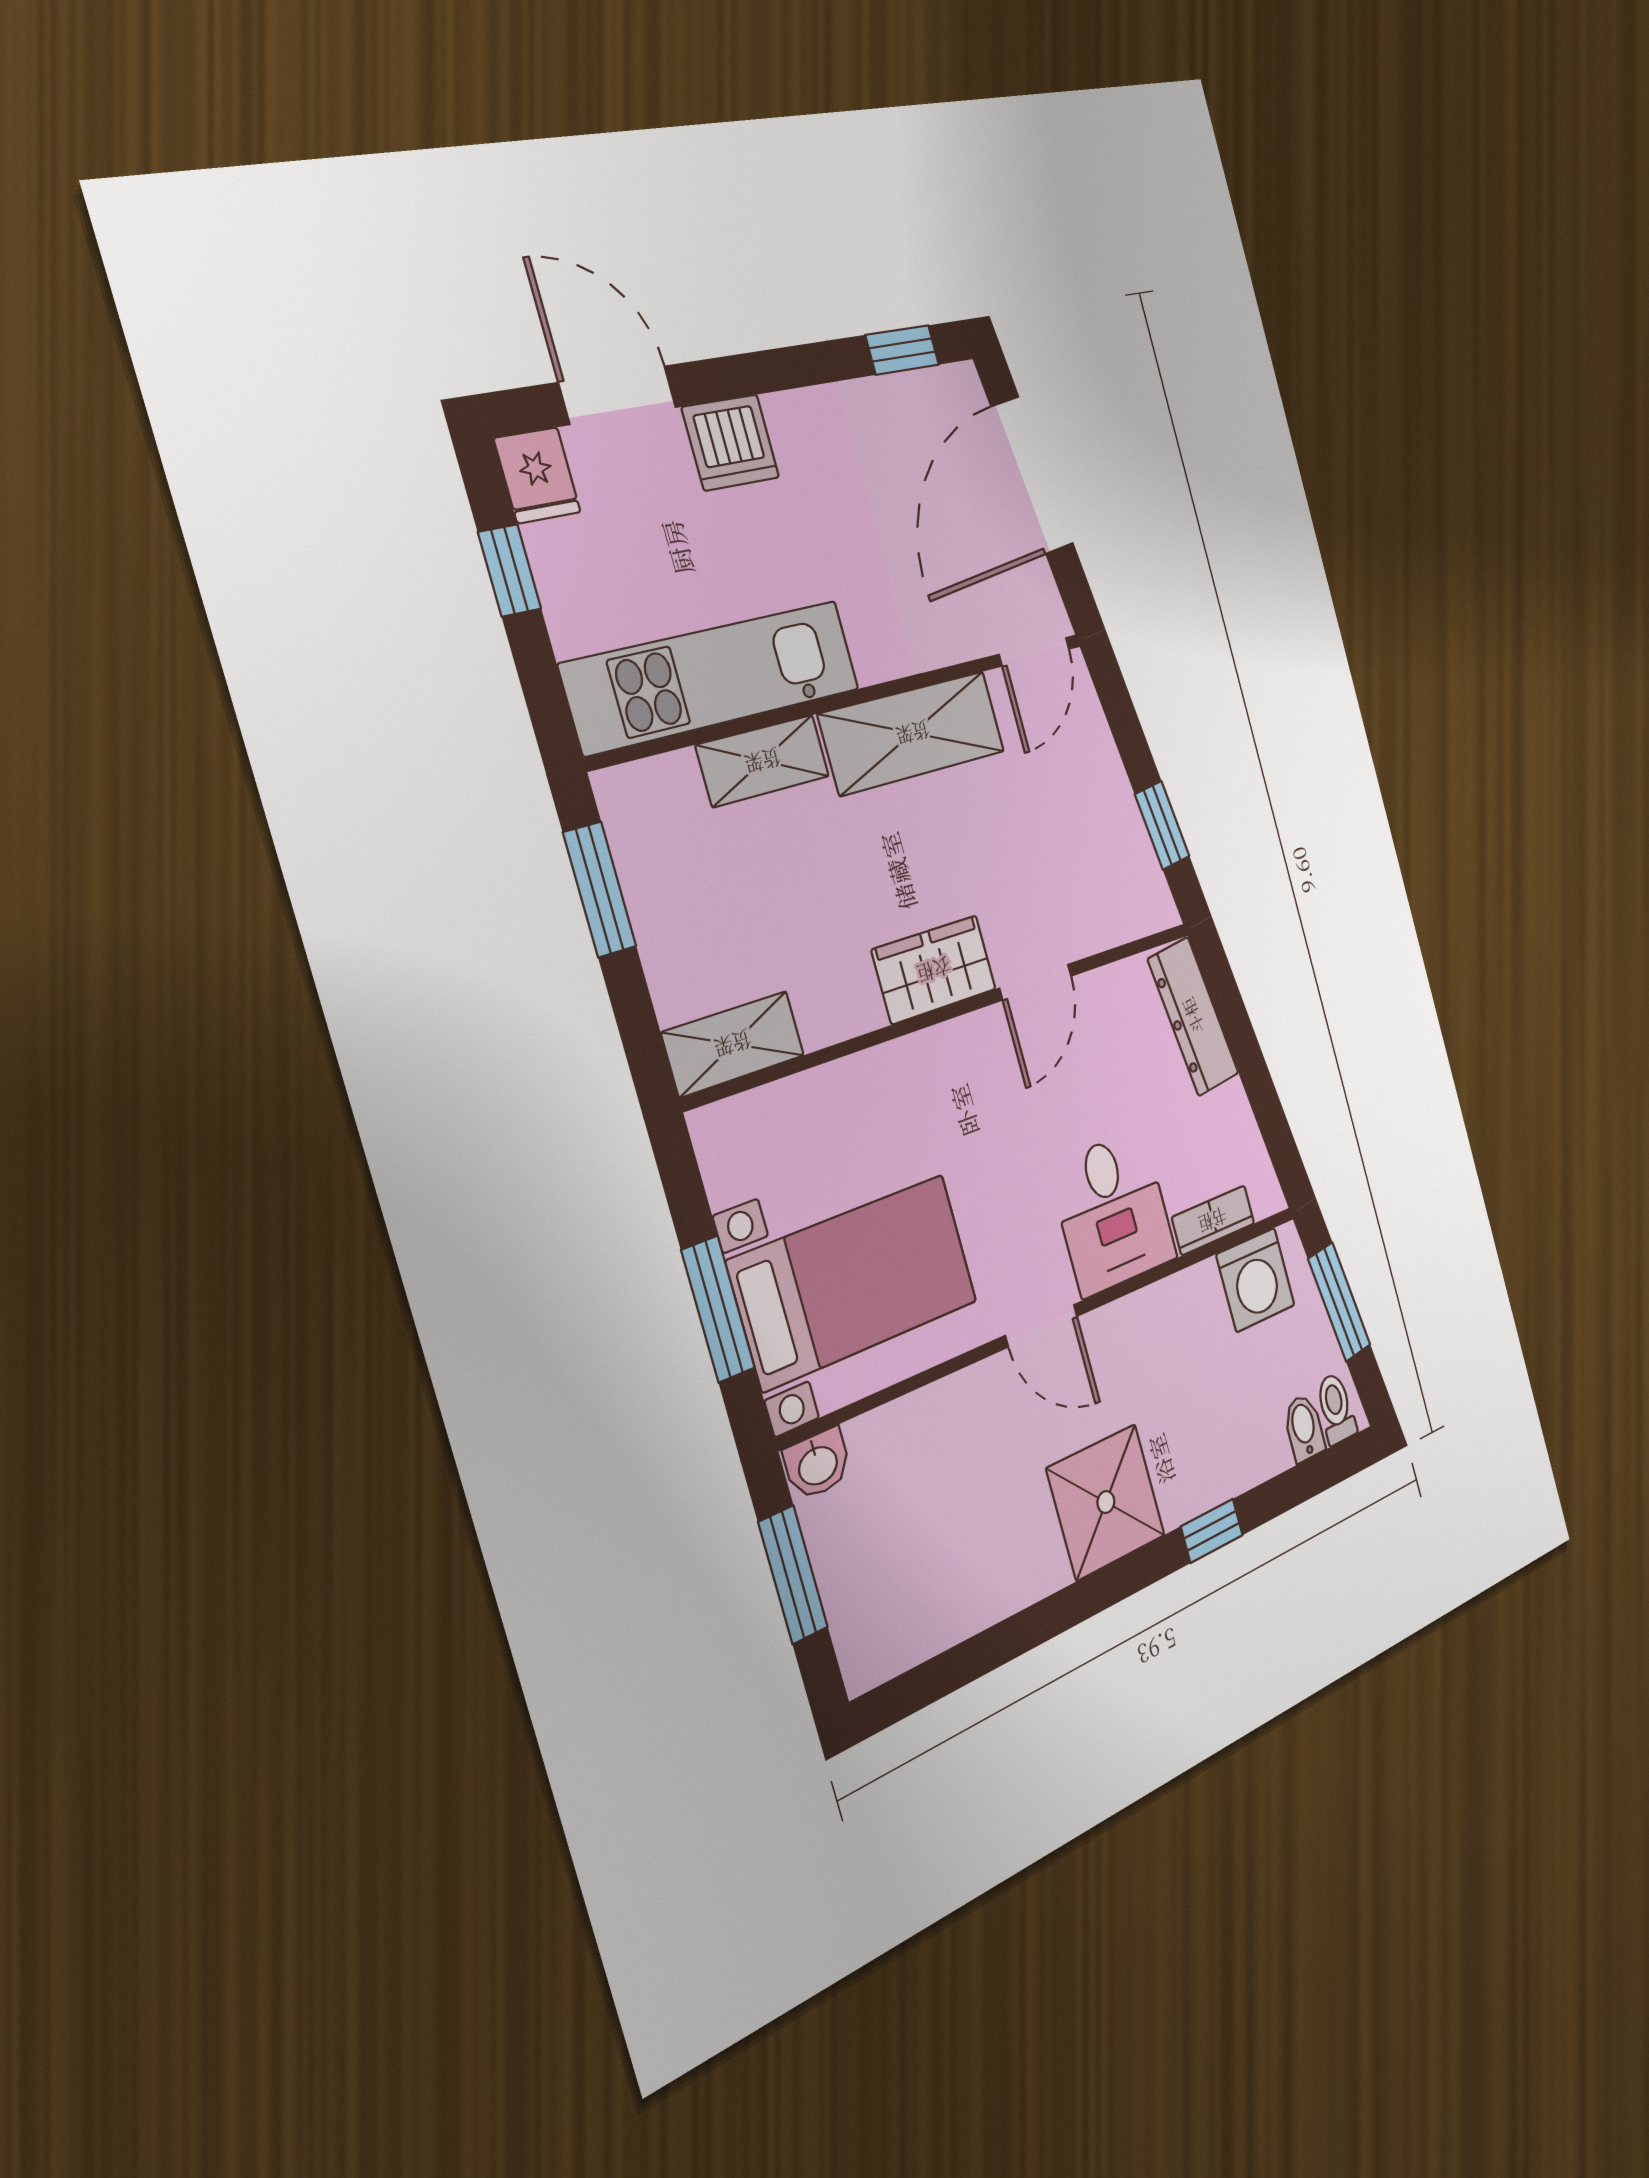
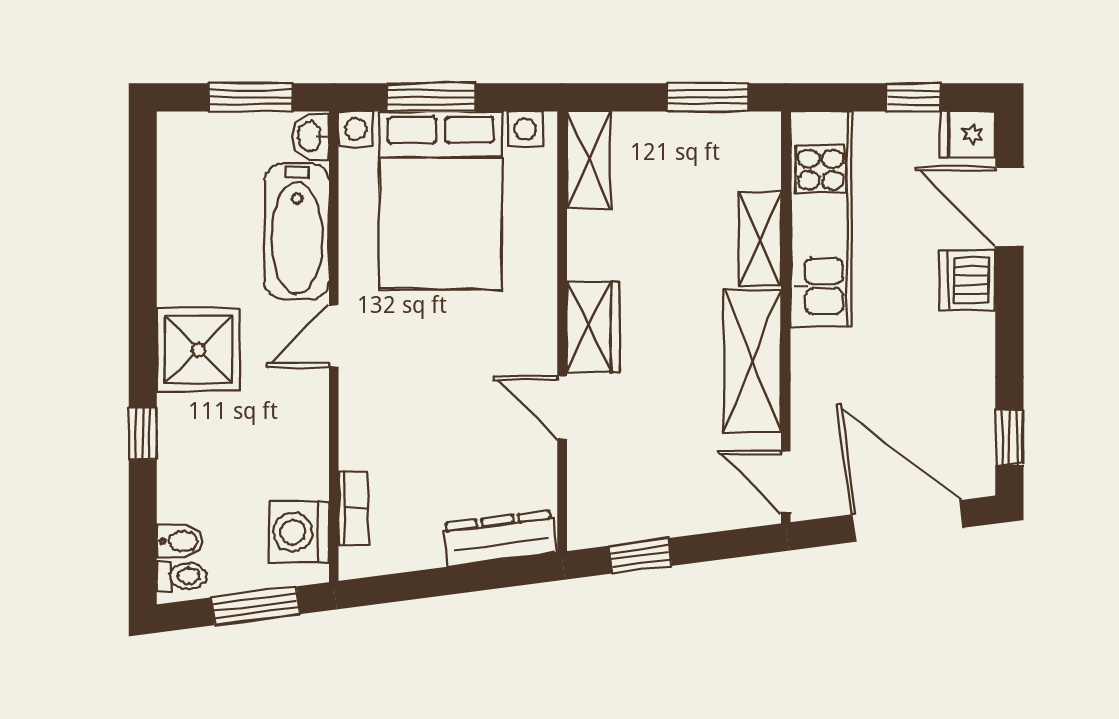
door: (618, 395) -> (1009, 206), swing flipped
desk: (1113, 1212) -> (388, 421), removed
bed with nightstands: (854, 1281) -> (441, 200), width x1.36
bathtub: (937, 1431) -> (297, 231), added

